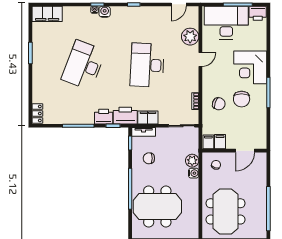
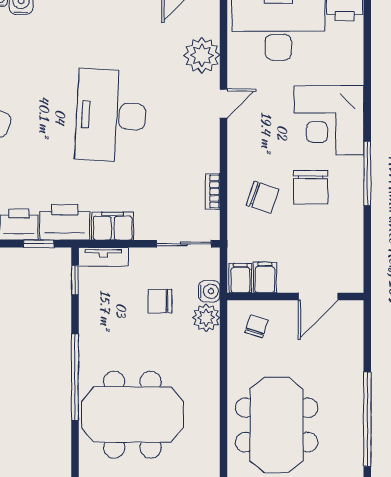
chair: (149, 158) -> (160, 301), moved
water cooler: (194, 173) -> (209, 291), moved

